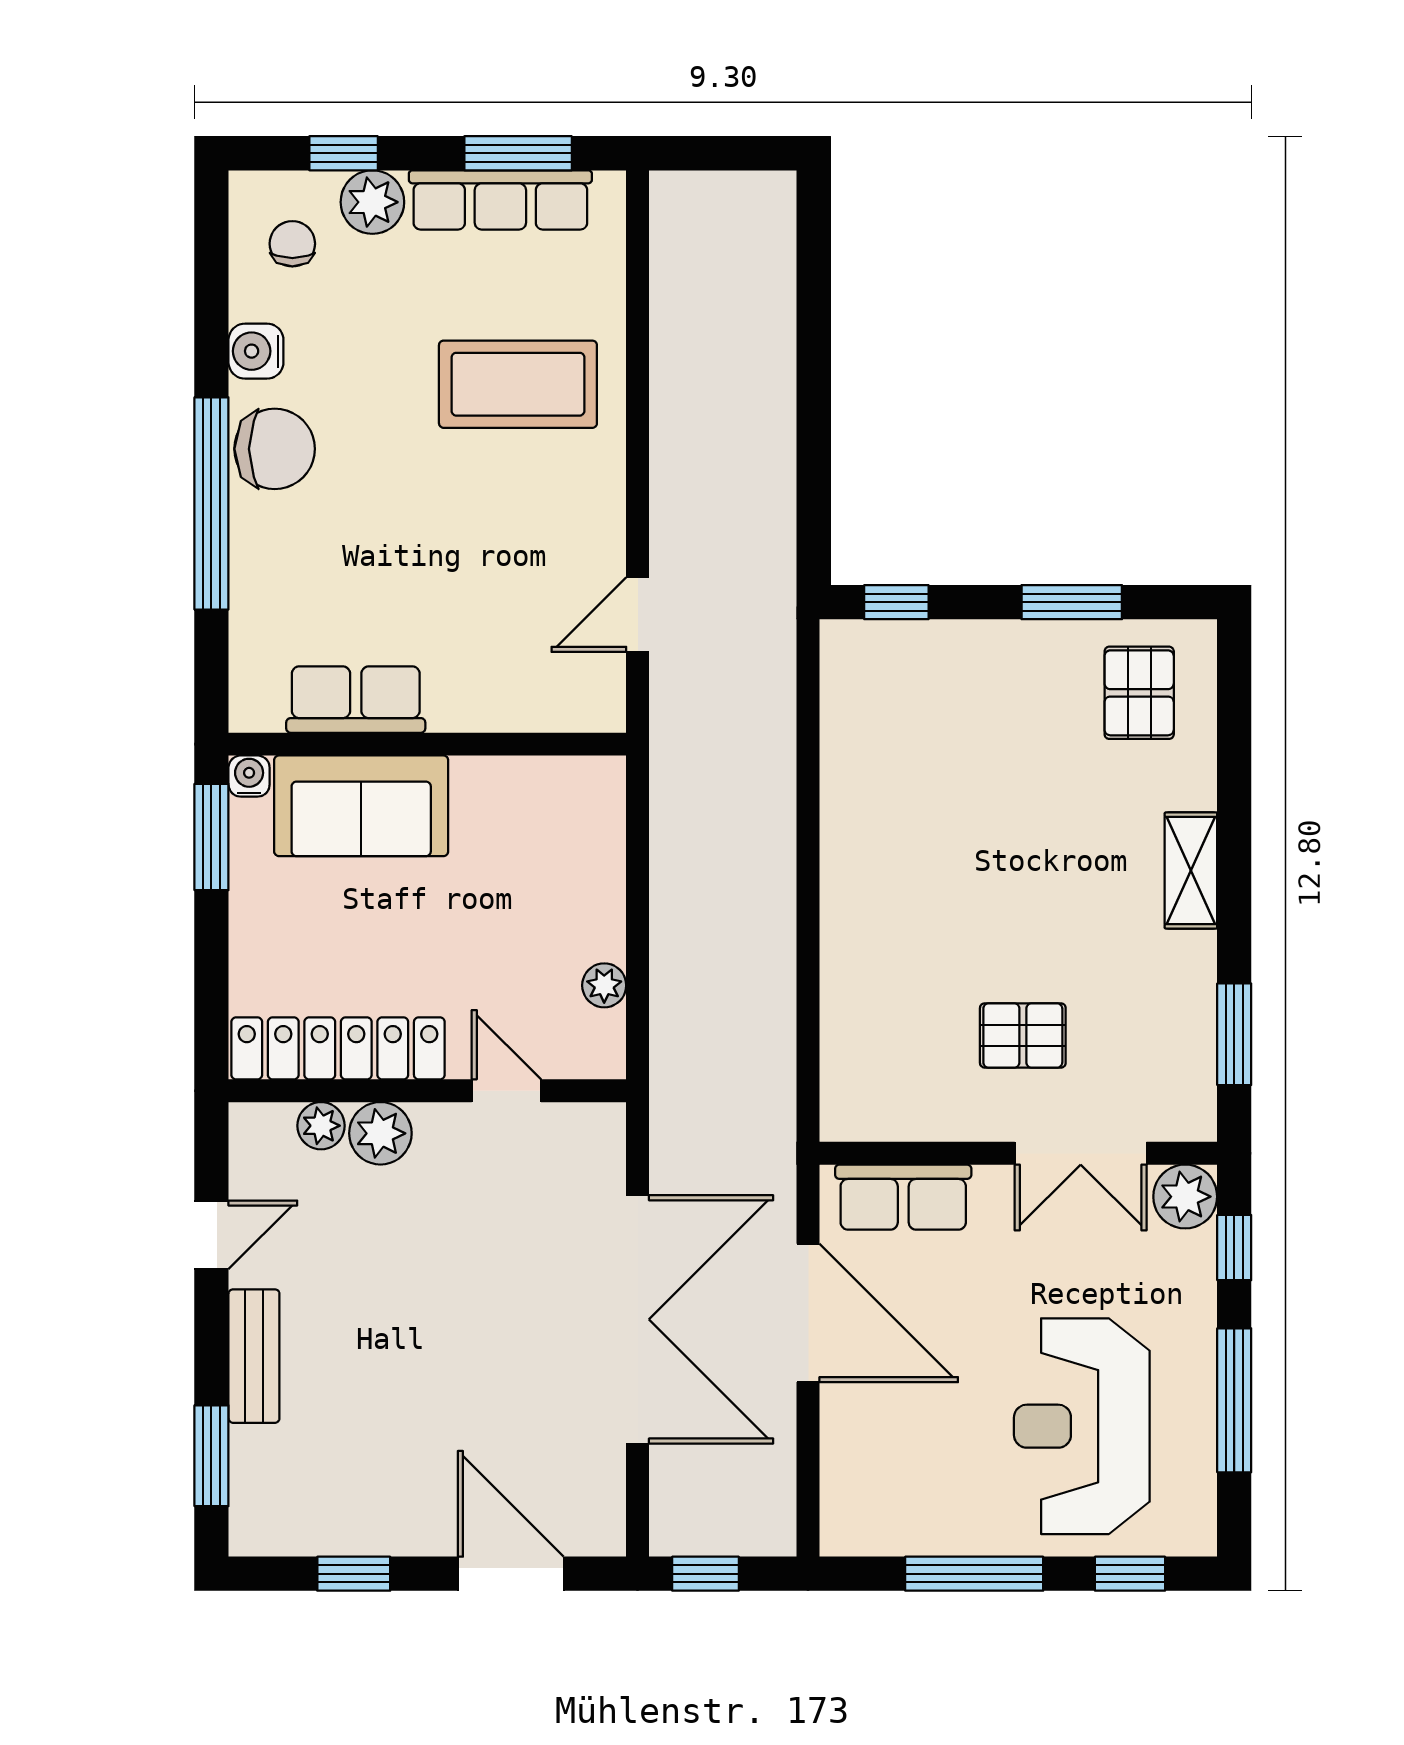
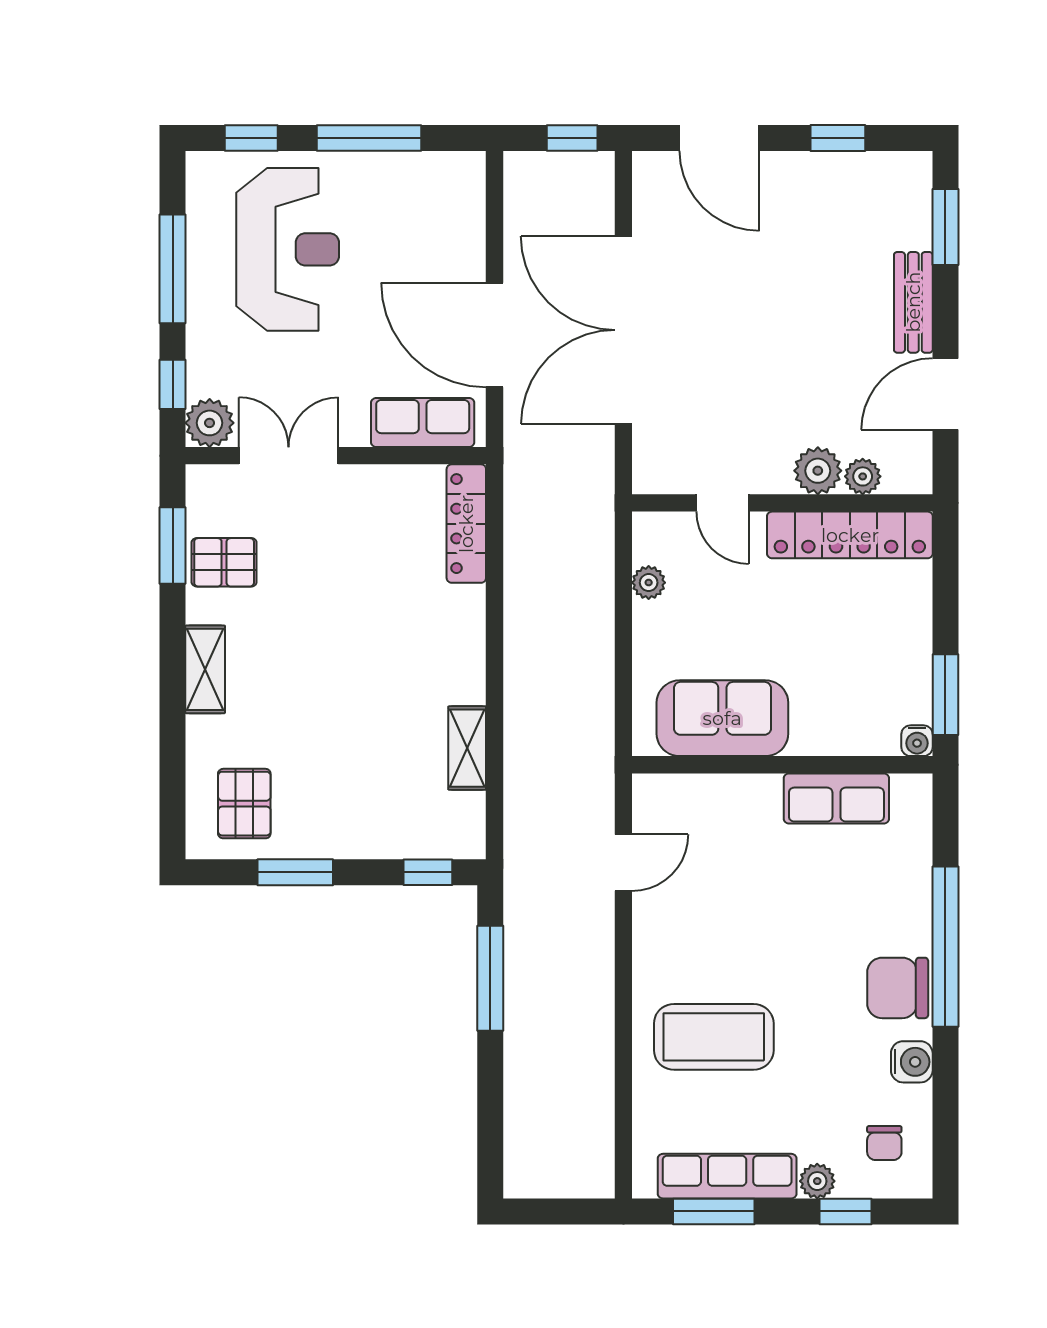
plant: (372, 202) -> (817, 1181), width x0.73, depth x0.73
window: (814, 462) -> (490, 978), added
shelving: (844, 766) -> (467, 748), added
sofa: (361, 806) -> (722, 718), moved
pallet: (1023, 1035) -> (224, 562), moved
locker: (845, 1063) -> (466, 524), added
door: (211, 1235) -> (945, 394), width x1.38

